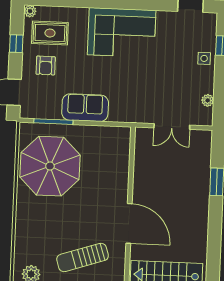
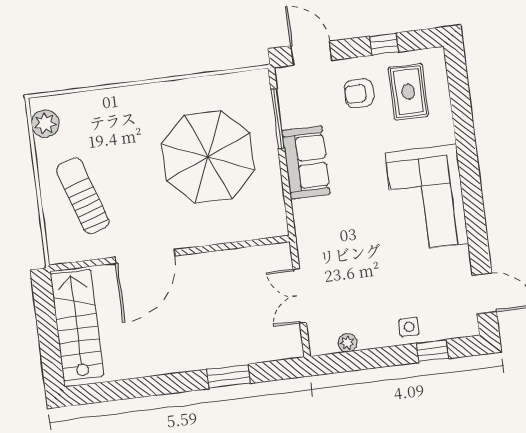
plant: (30, 11) -> (436, 56), removed
parasol: (50, 166) -> (208, 157), moved

